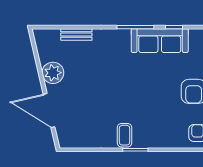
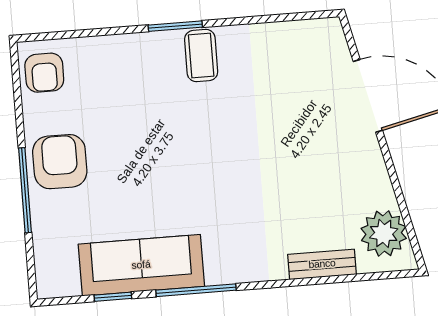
plant: (53, 73) -> (384, 233), moved

